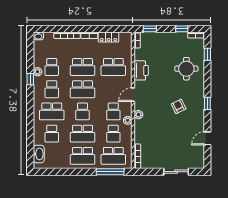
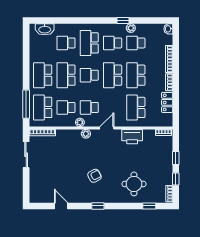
window: (150, 29) -> (176, 158), moved
door: (133, 95) -> (107, 128), hinge flipped
sliding door: (176, 172) -> (26, 155), moved

